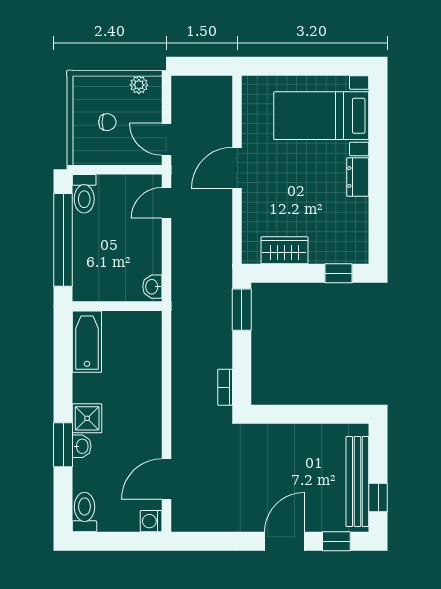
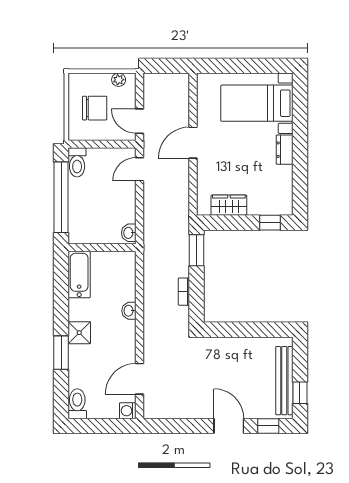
chair: (107, 122) -> (95, 108), width x1.87, depth x1.87
bookcase: (225, 387) -> (184, 292), moved
washbasin: (82, 446) -> (129, 311), moved, turned 180
door: (284, 541) -> (229, 426), hinge flipped

